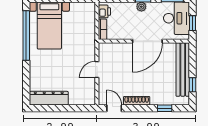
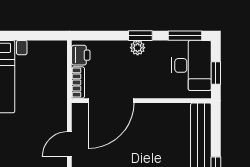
door: (147, 41) -> (111, 101), moved

